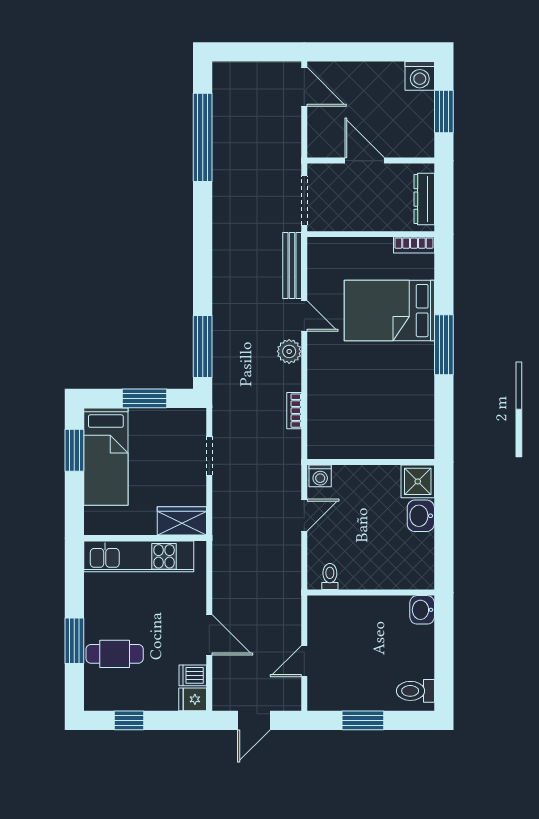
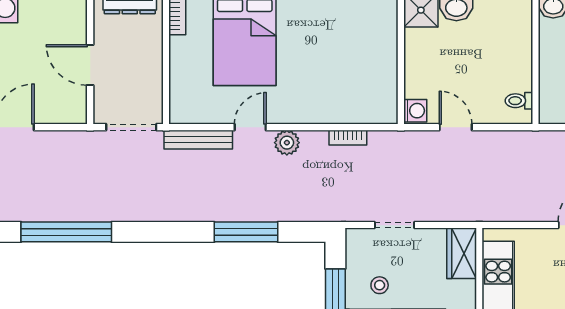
door: (365, 161) -> (90, 65), hinge flipped
window: (203, 346) -> (246, 232), moved
stool: (151, 441) -> (380, 285), added

